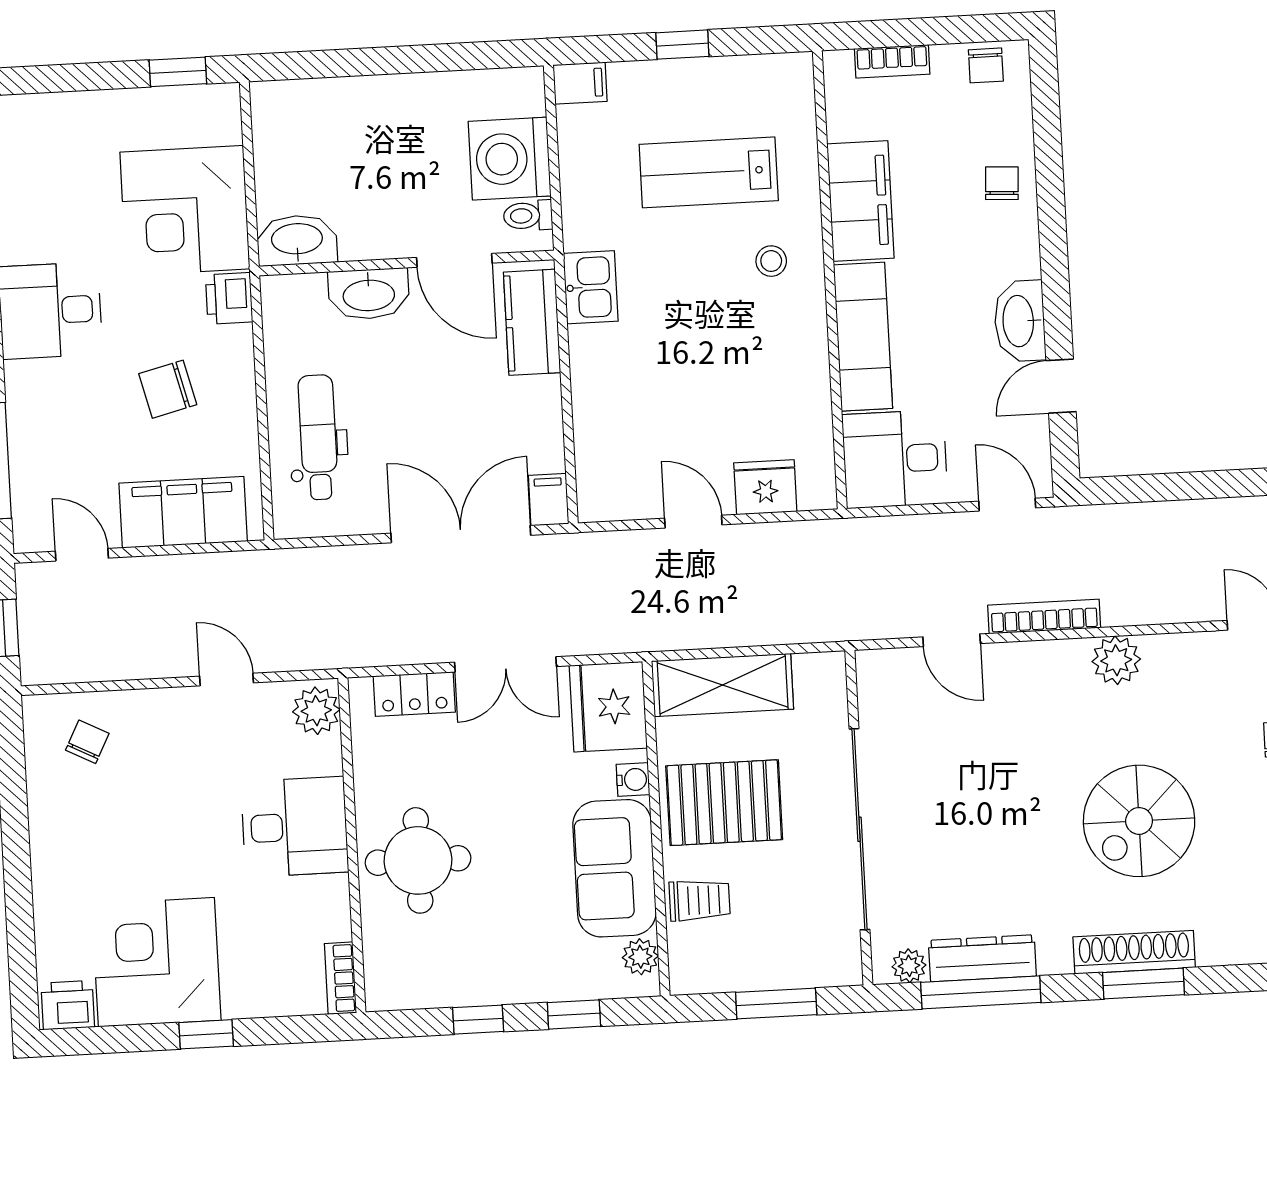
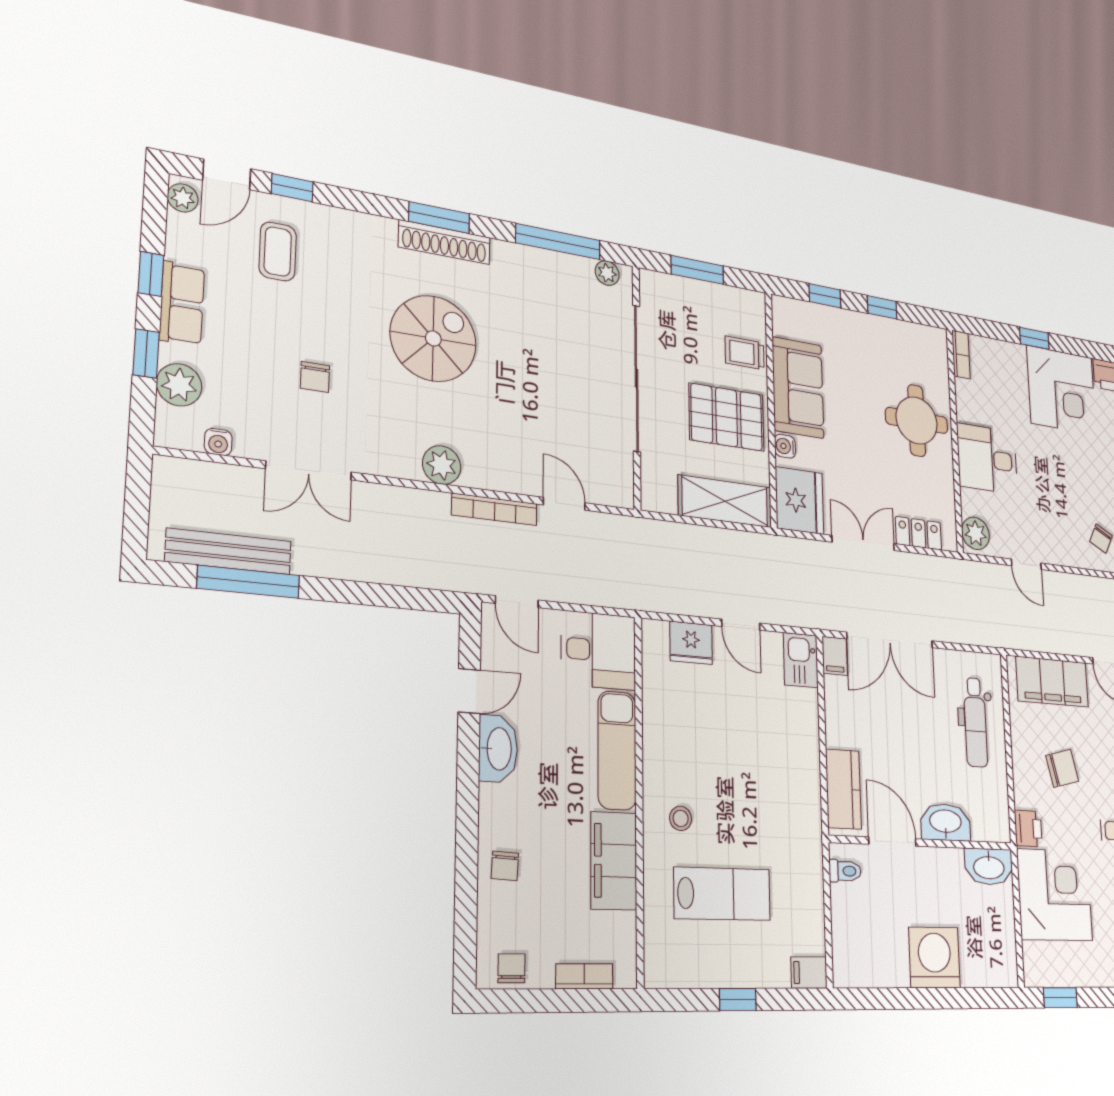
washing machine: (510, 159) -> (934, 957), moved, turned -90
kitchen sink: (591, 287) -> (801, 660), moved
plant: (640, 957) -> (783, 324), removed
dresser: (982, 958) -> (556, 266), removed

